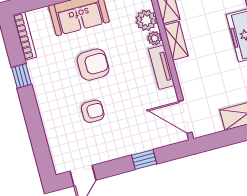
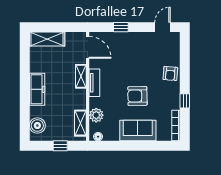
plant: (155, 38) -> (94, 102), removed
shelving: (176, 41) -> (81, 76), moved
armchair: (93, 111) -> (170, 73), moved, turned -85

